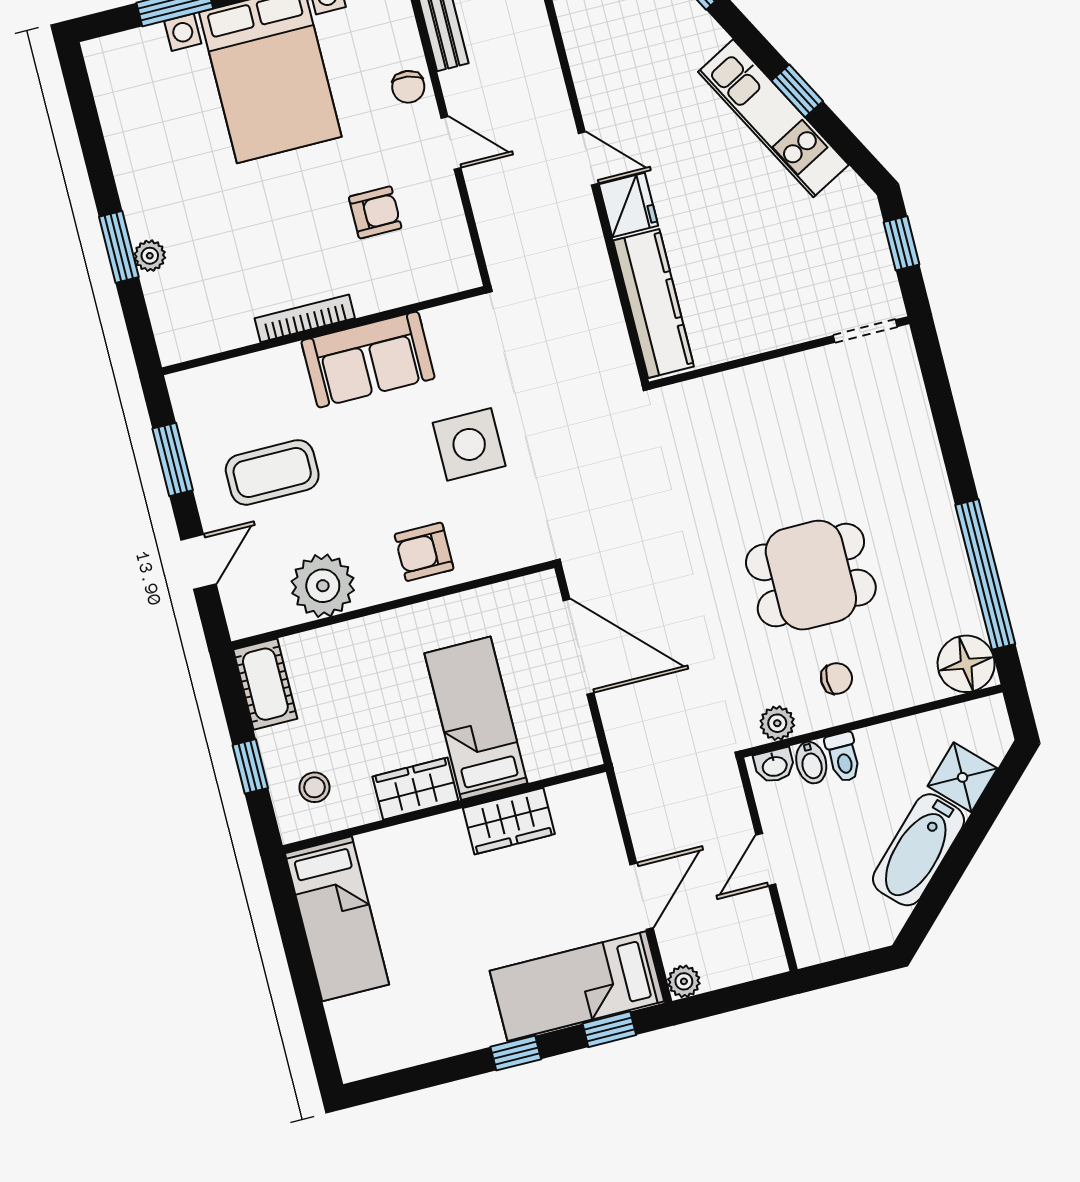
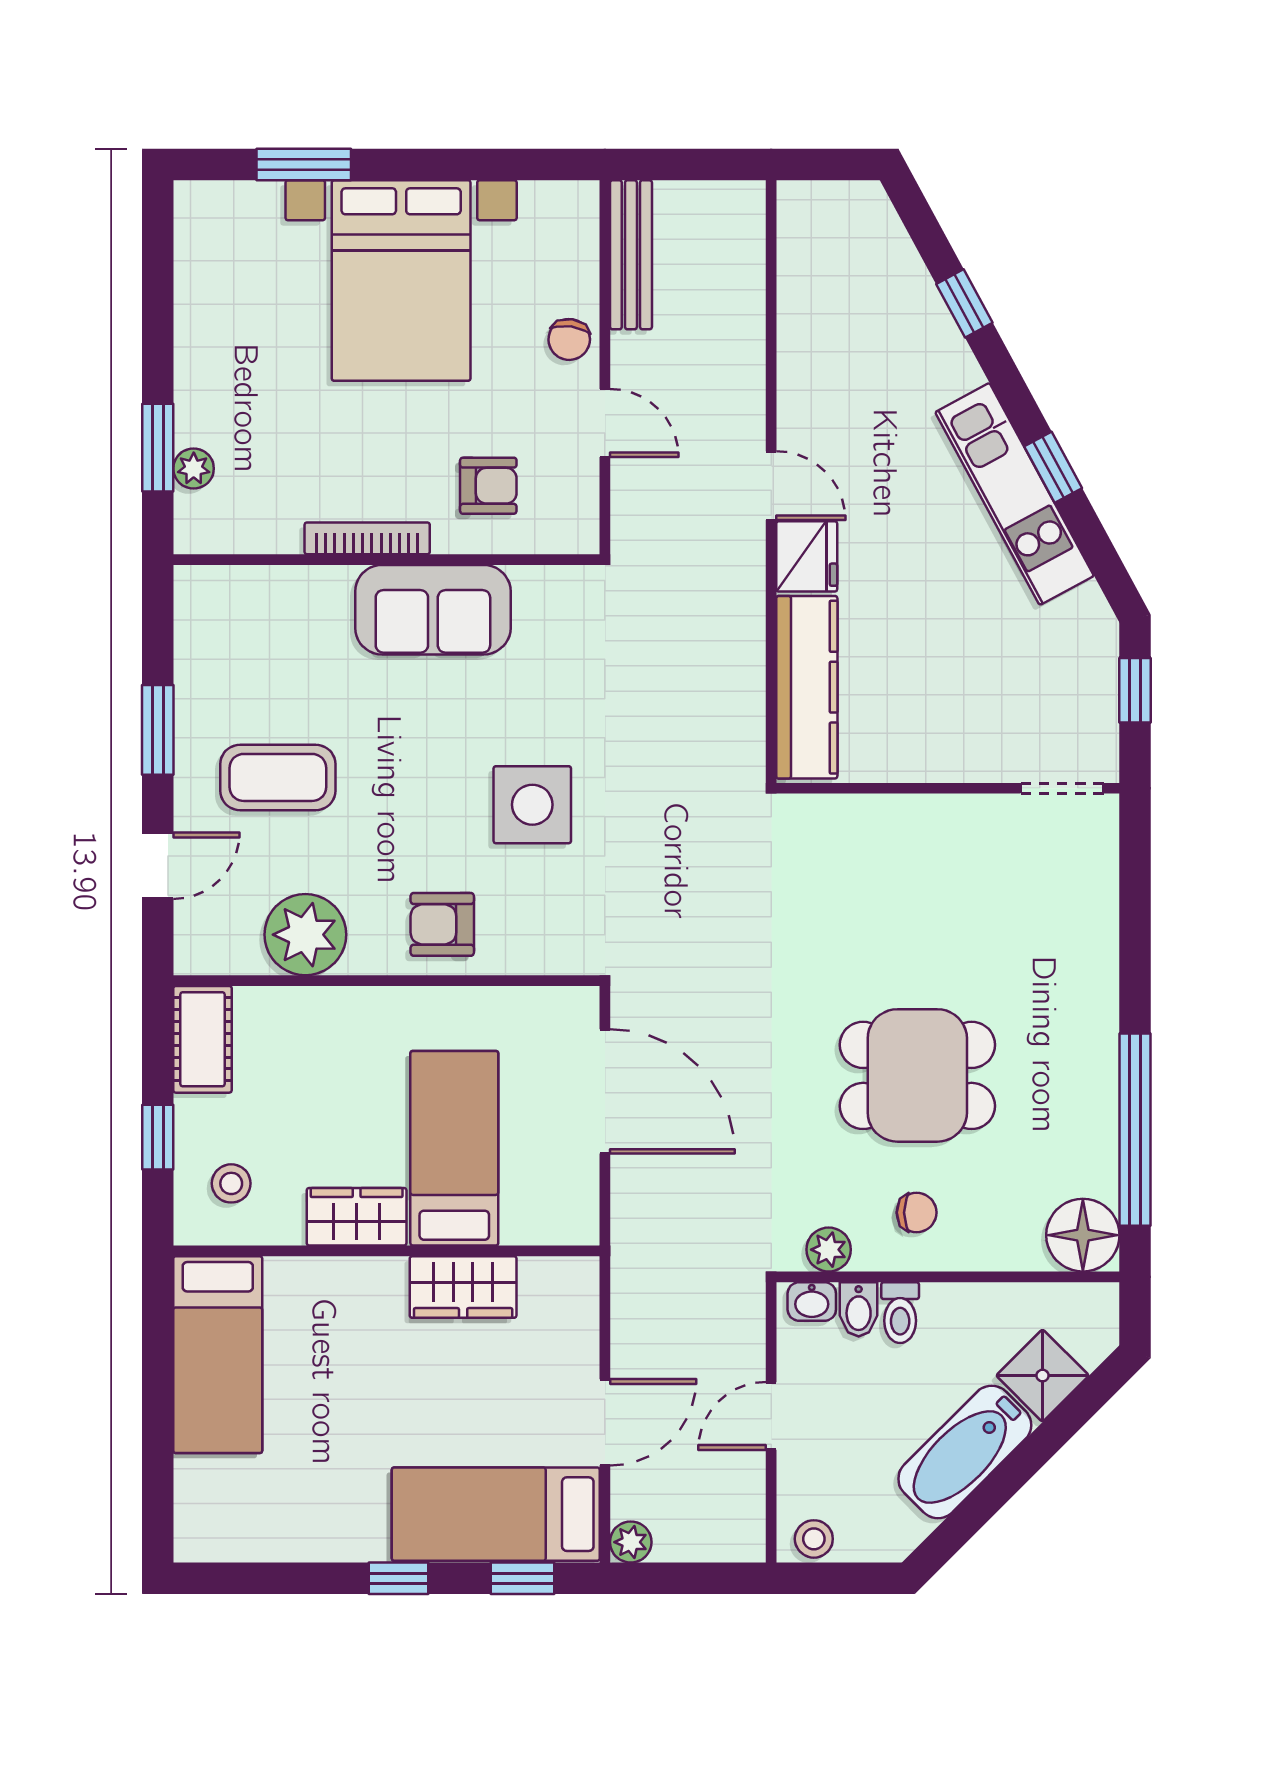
bookcase: (305, 318) -> (367, 538), moved
wall: (323, 331) -> (387, 560), moved
sofa: (368, 360) -> (433, 610), moved
stool: (821, 944) -> (814, 1539), added

